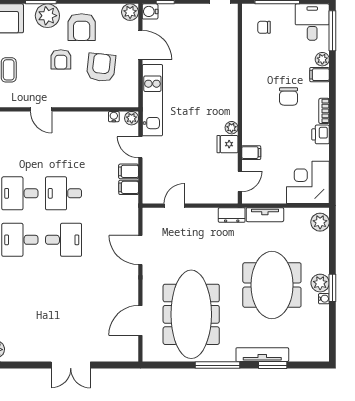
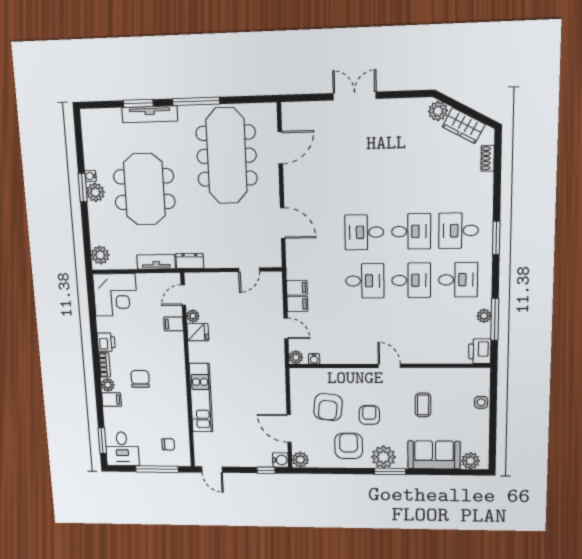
window: (332, 31) -> (102, 441), width x0.69
plant: (322, 59) -> (108, 385), moved
kitchen unit: (152, 100) -> (201, 398), moved, turned 180
plant: (232, 128) -> (193, 316), moved

